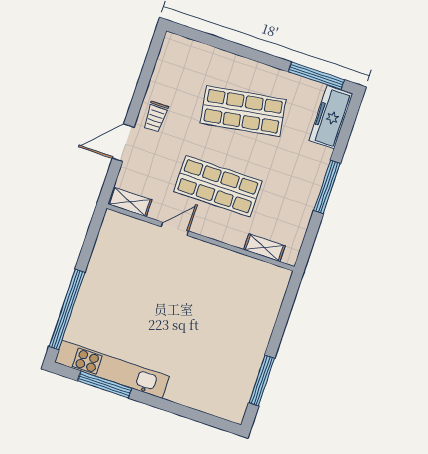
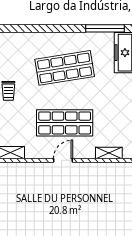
door: (175, 229) -> (63, 160), moved

